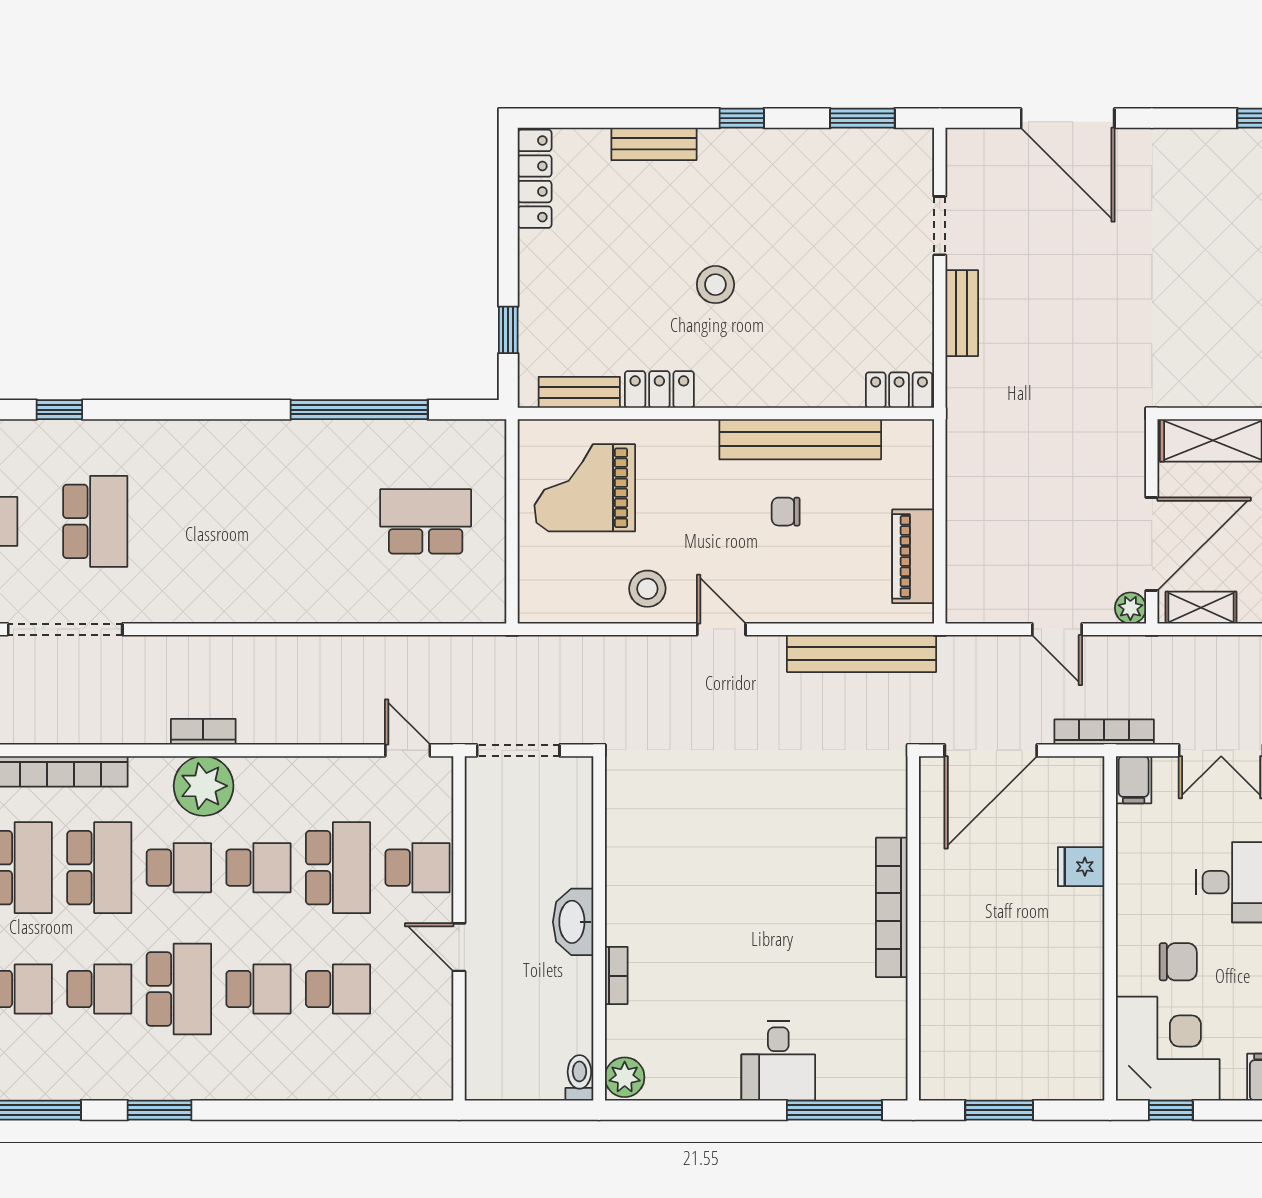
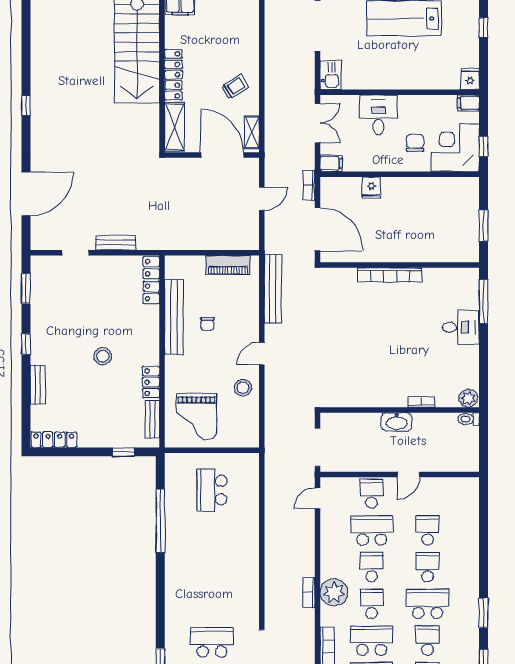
locker: (899, 390) -> (151, 280), width x1.53
plant: (1130, 608) -> (252, 165), removed
bookcase: (1104, 732) -> (309, 185), width x0.64

